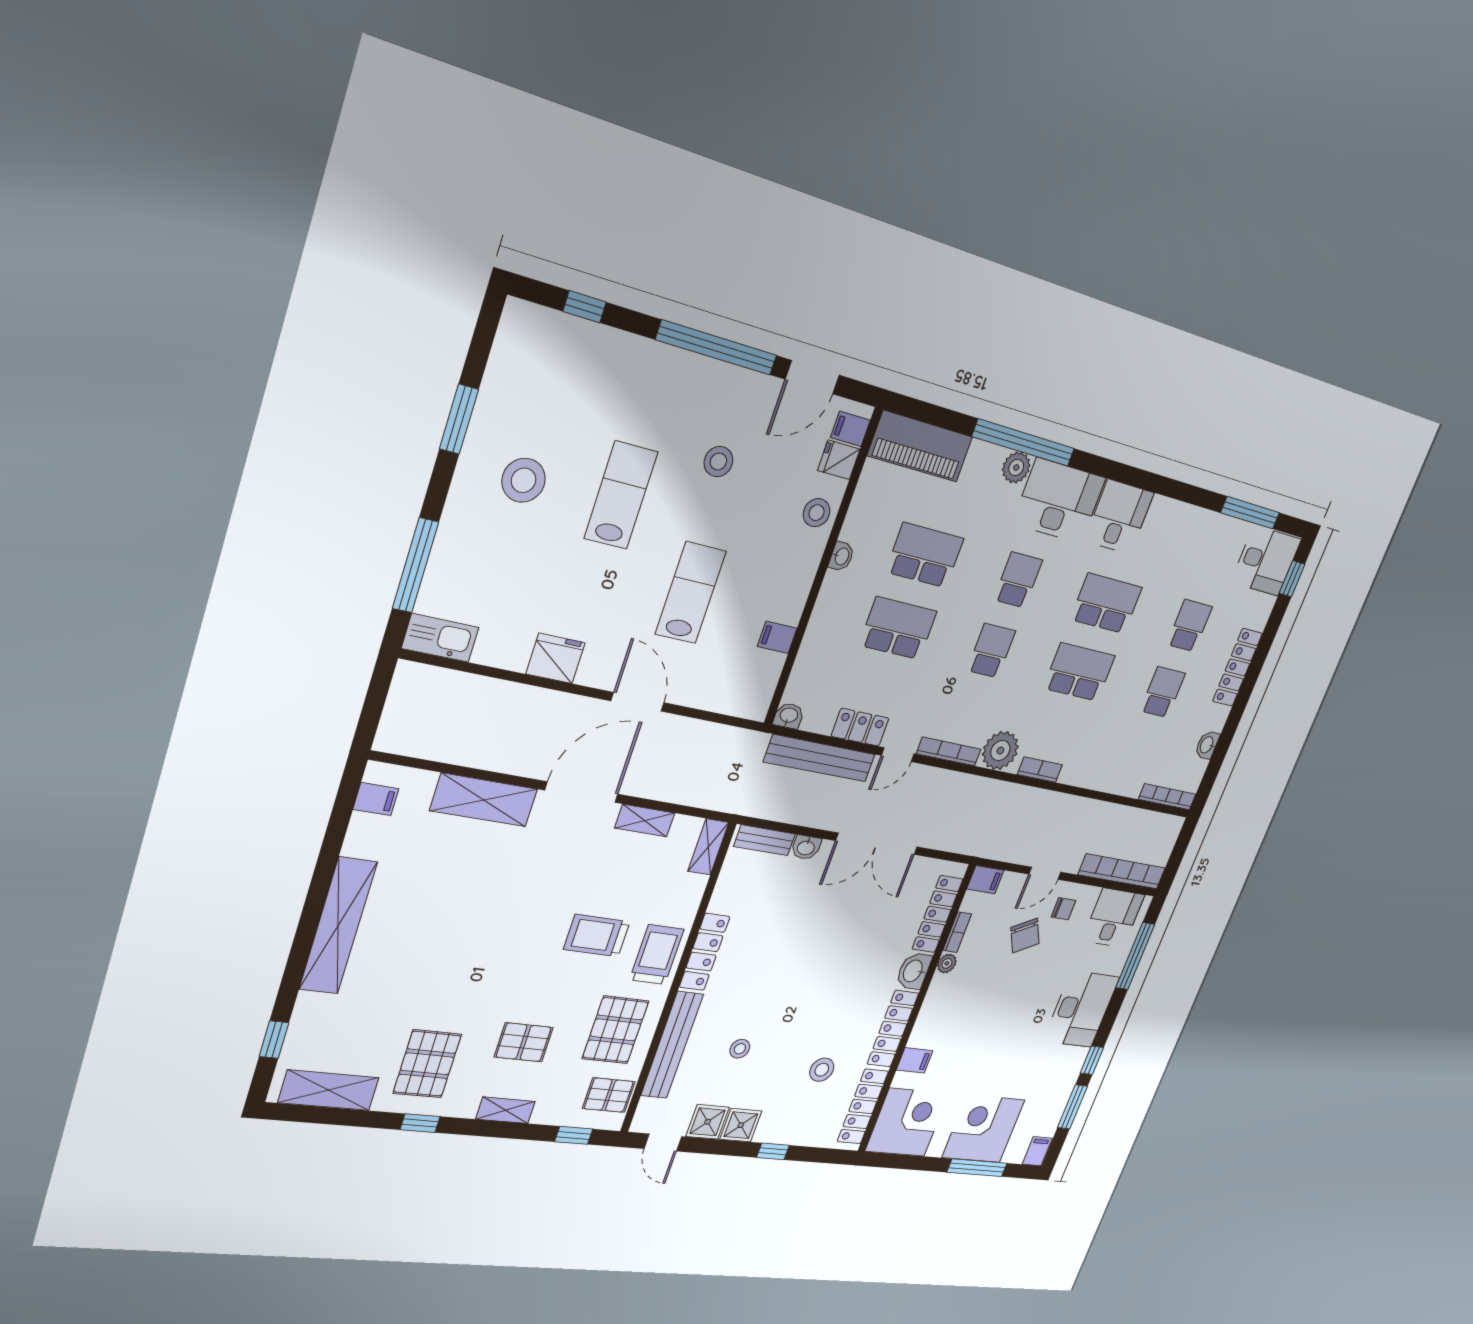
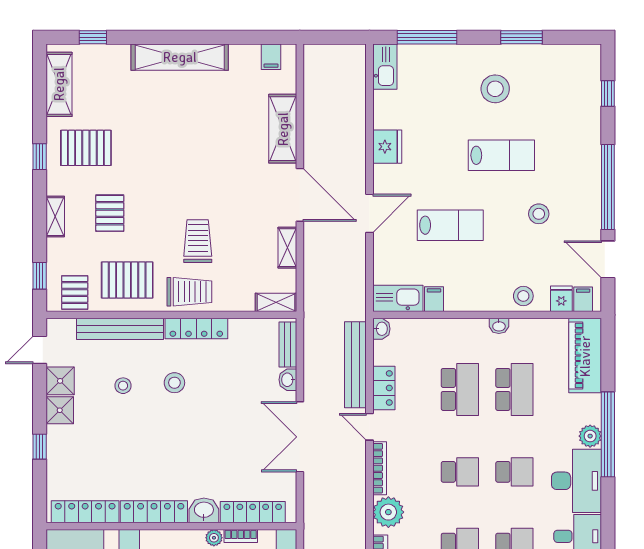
kitchen sink: (759, 686) -> (398, 298), added
stool: (822, 1070) -> (174, 383), moved

